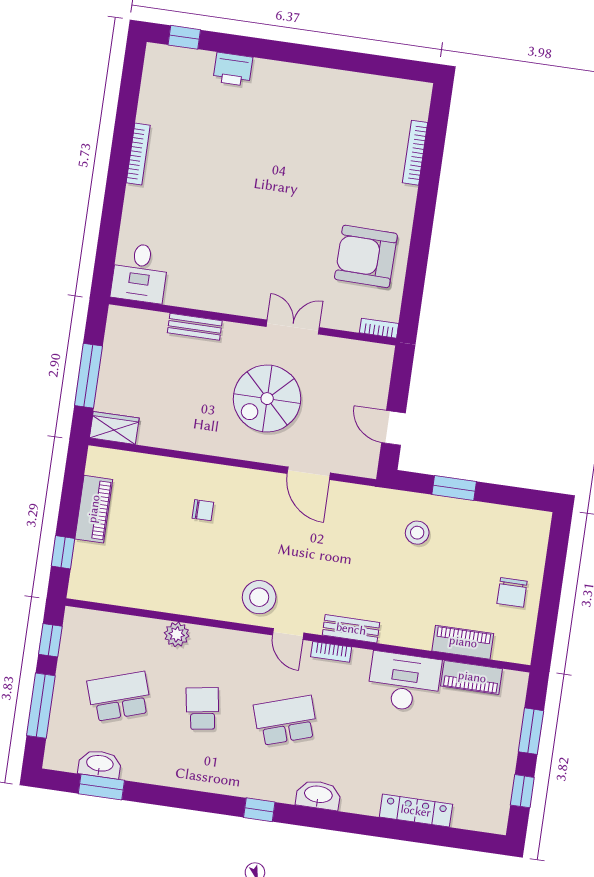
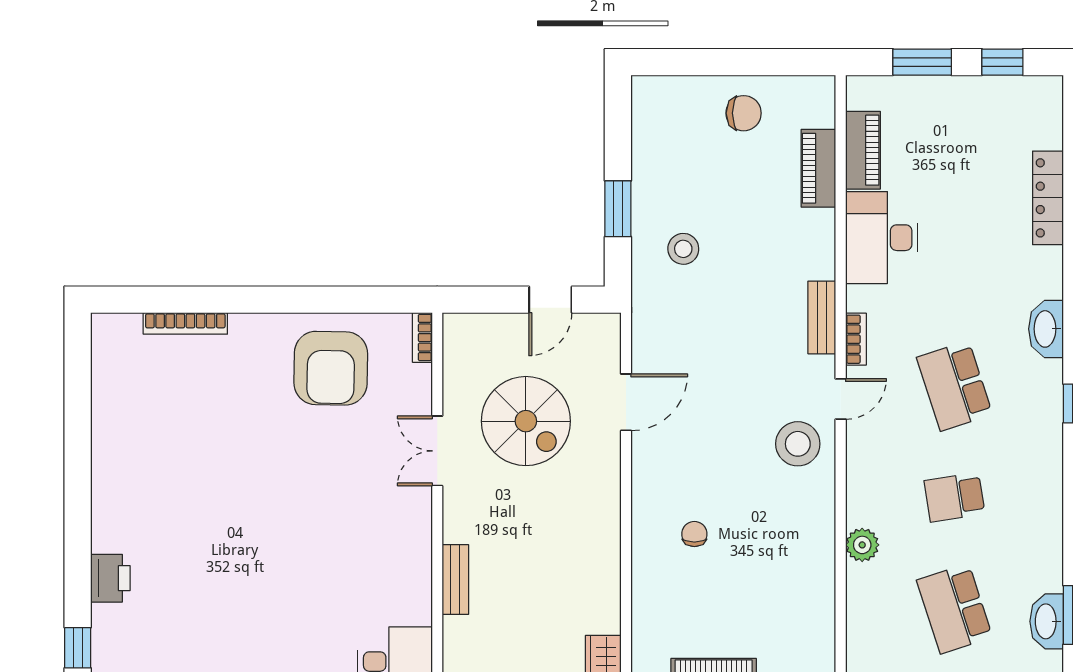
spiral stairs: (267, 399) -> (526, 421), moved

